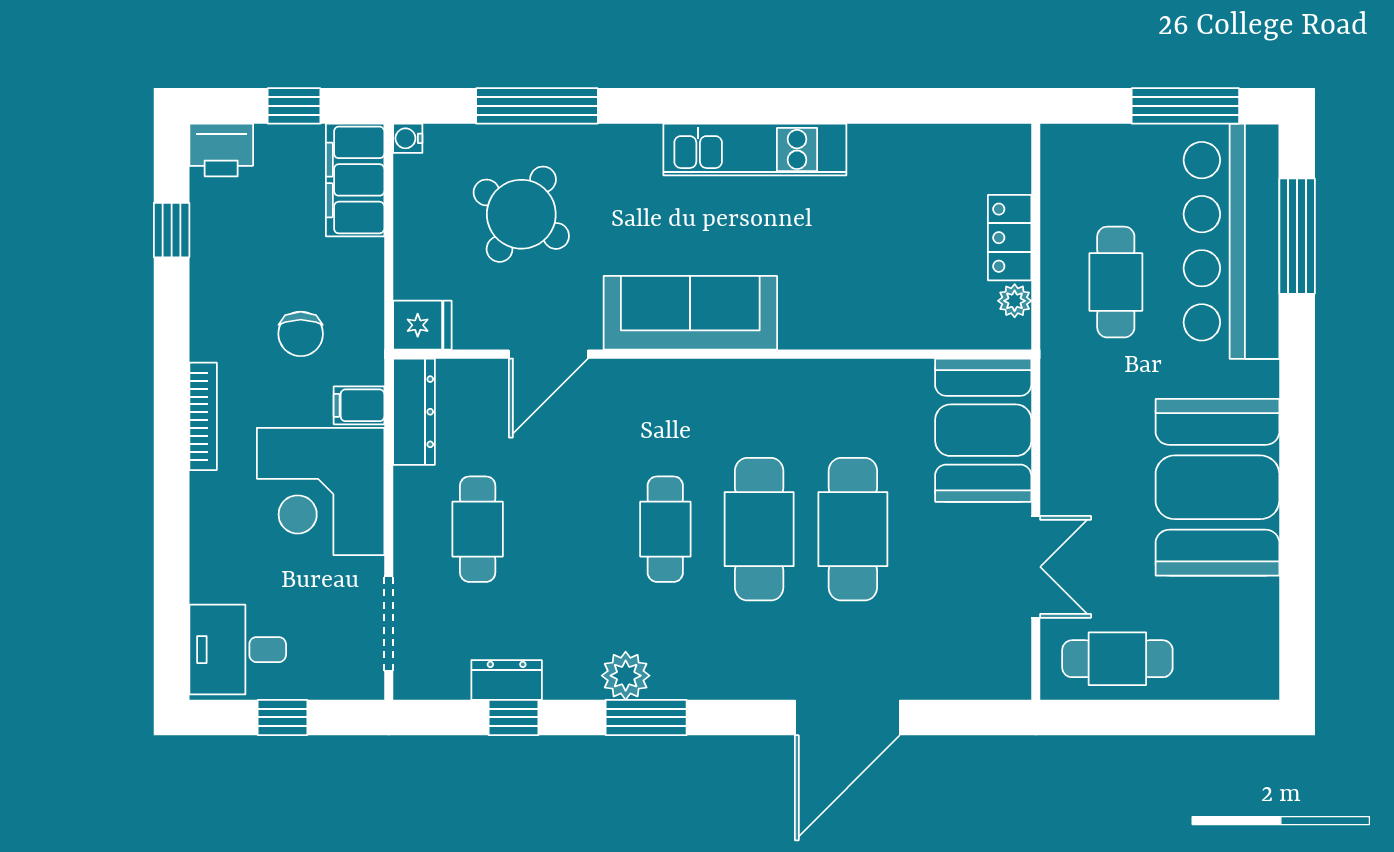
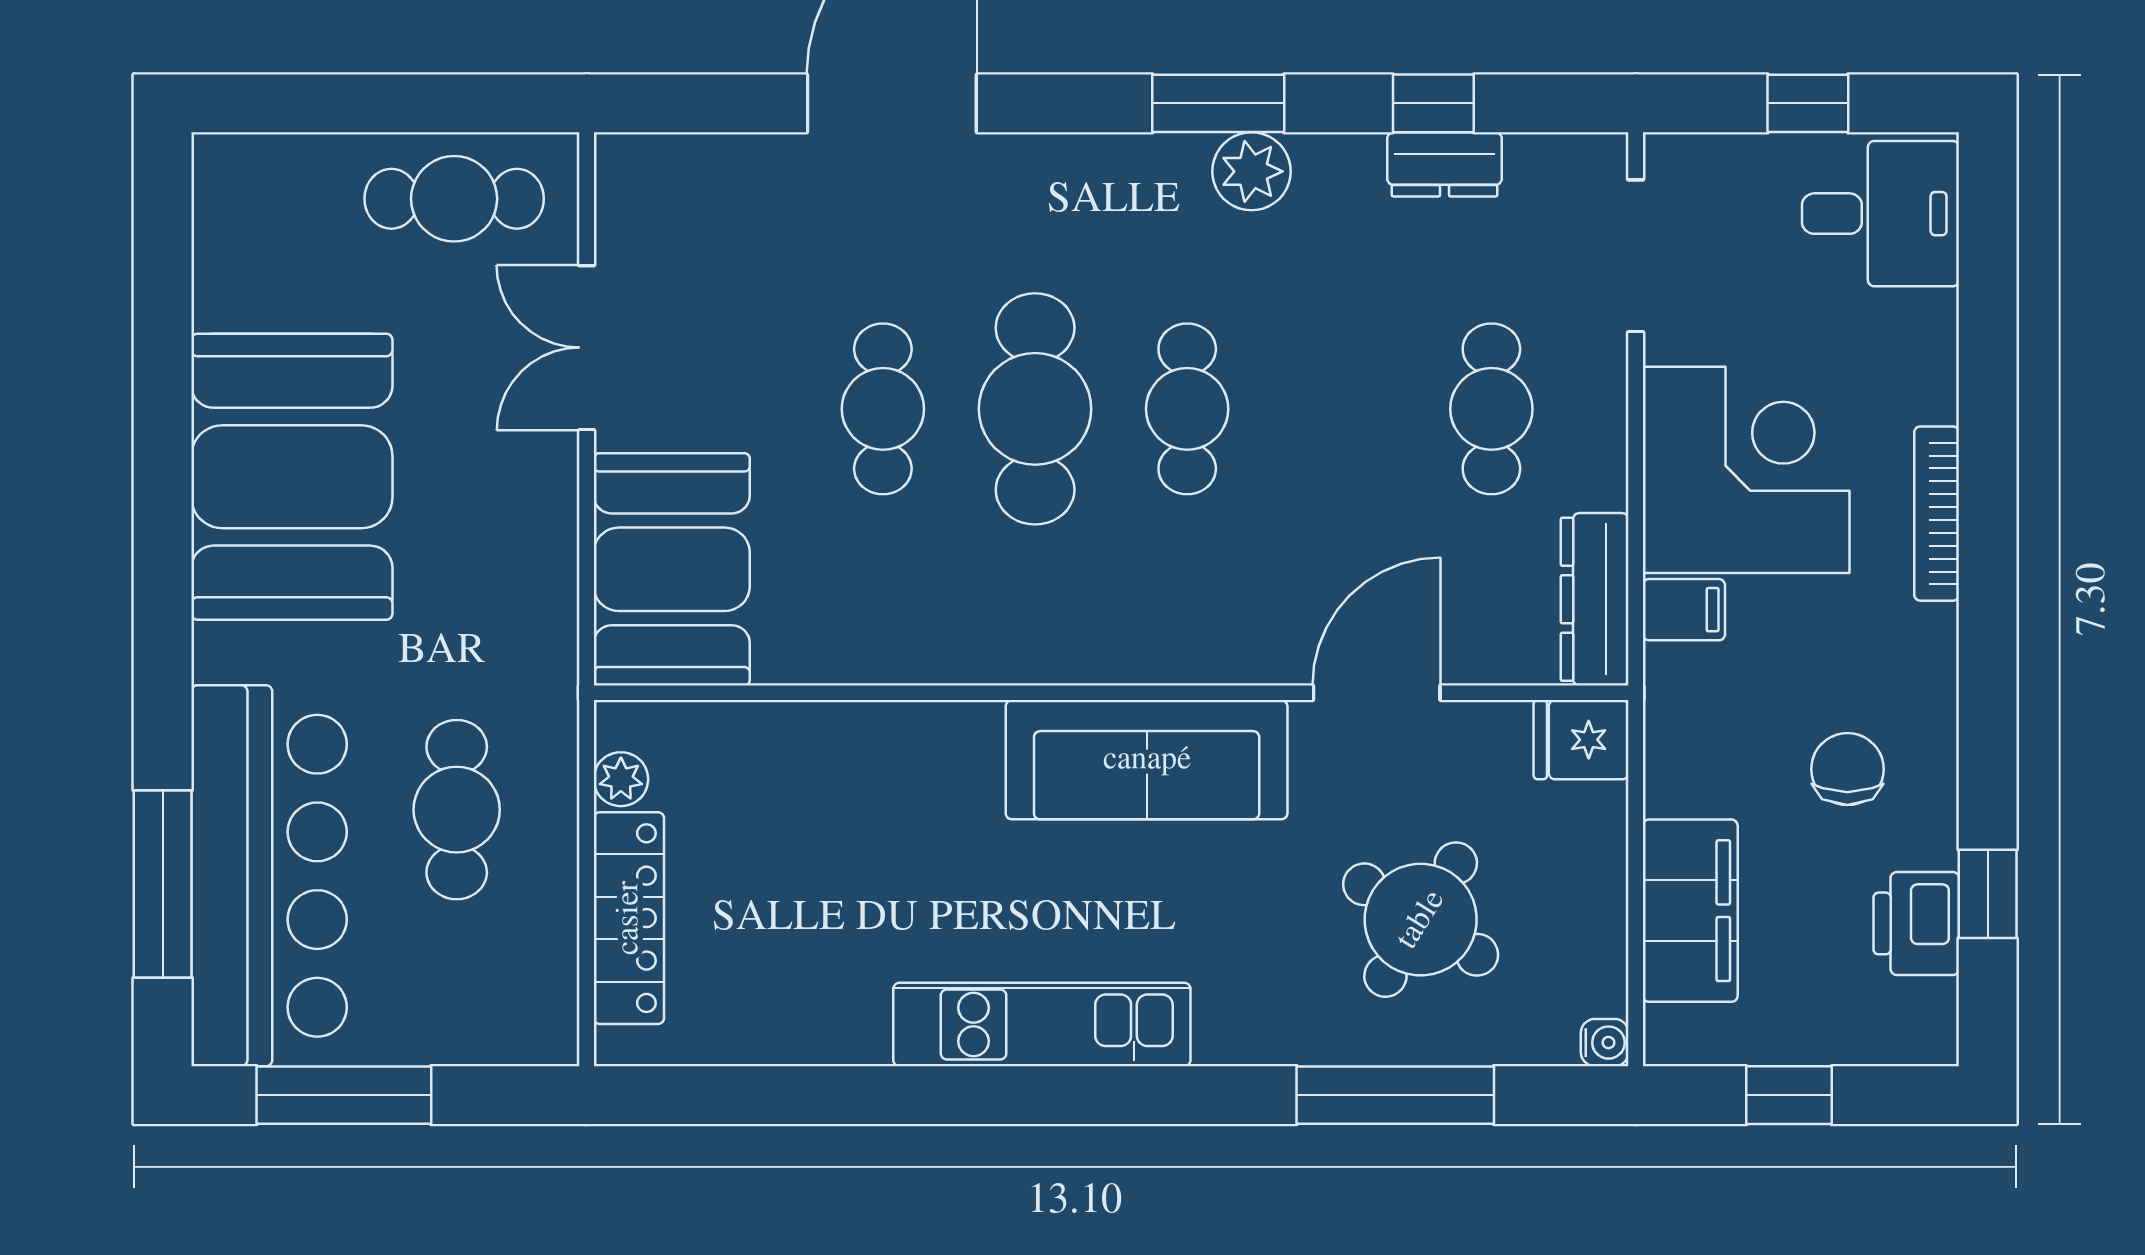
printer: (221, 150) -> (1916, 923), moved, turned -90
filing cabinet: (355, 180) -> (1690, 911), moved
locker: (1010, 238) -> (629, 918), width x1.53
chair: (301, 334) -> (1847, 769), moved
bookcase: (203, 416) -> (1937, 514), moved
cafe table: (853, 529) -> (883, 409), width x0.73, depth x0.74

